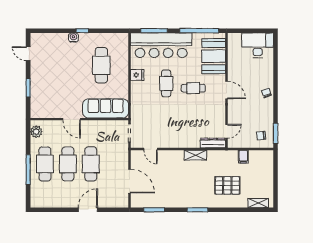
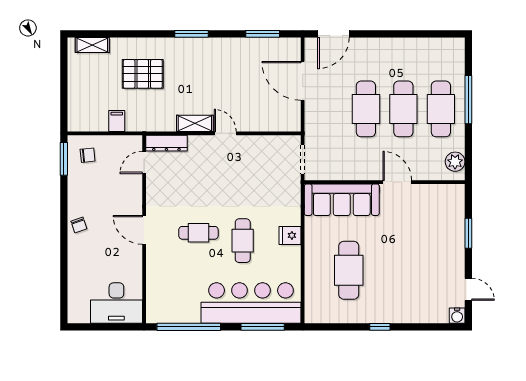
water cooler: (73, 38) -> (457, 316), moved
desk: (258, 45) -> (116, 303), moved
booth: (214, 56) -> (165, 285), removed
fridge: (137, 75) -> (290, 235), moved
door: (151, 149) -> (225, 133), moved
door: (88, 210) -> (333, 34), moved

